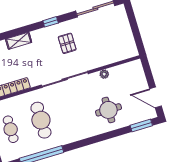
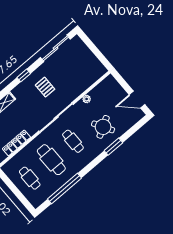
round table: (108, 110) -> (103, 127), turned -30
cafe table: (71, 111) -> (73, 141), added
window: (141, 125) -> (114, 147), moved

